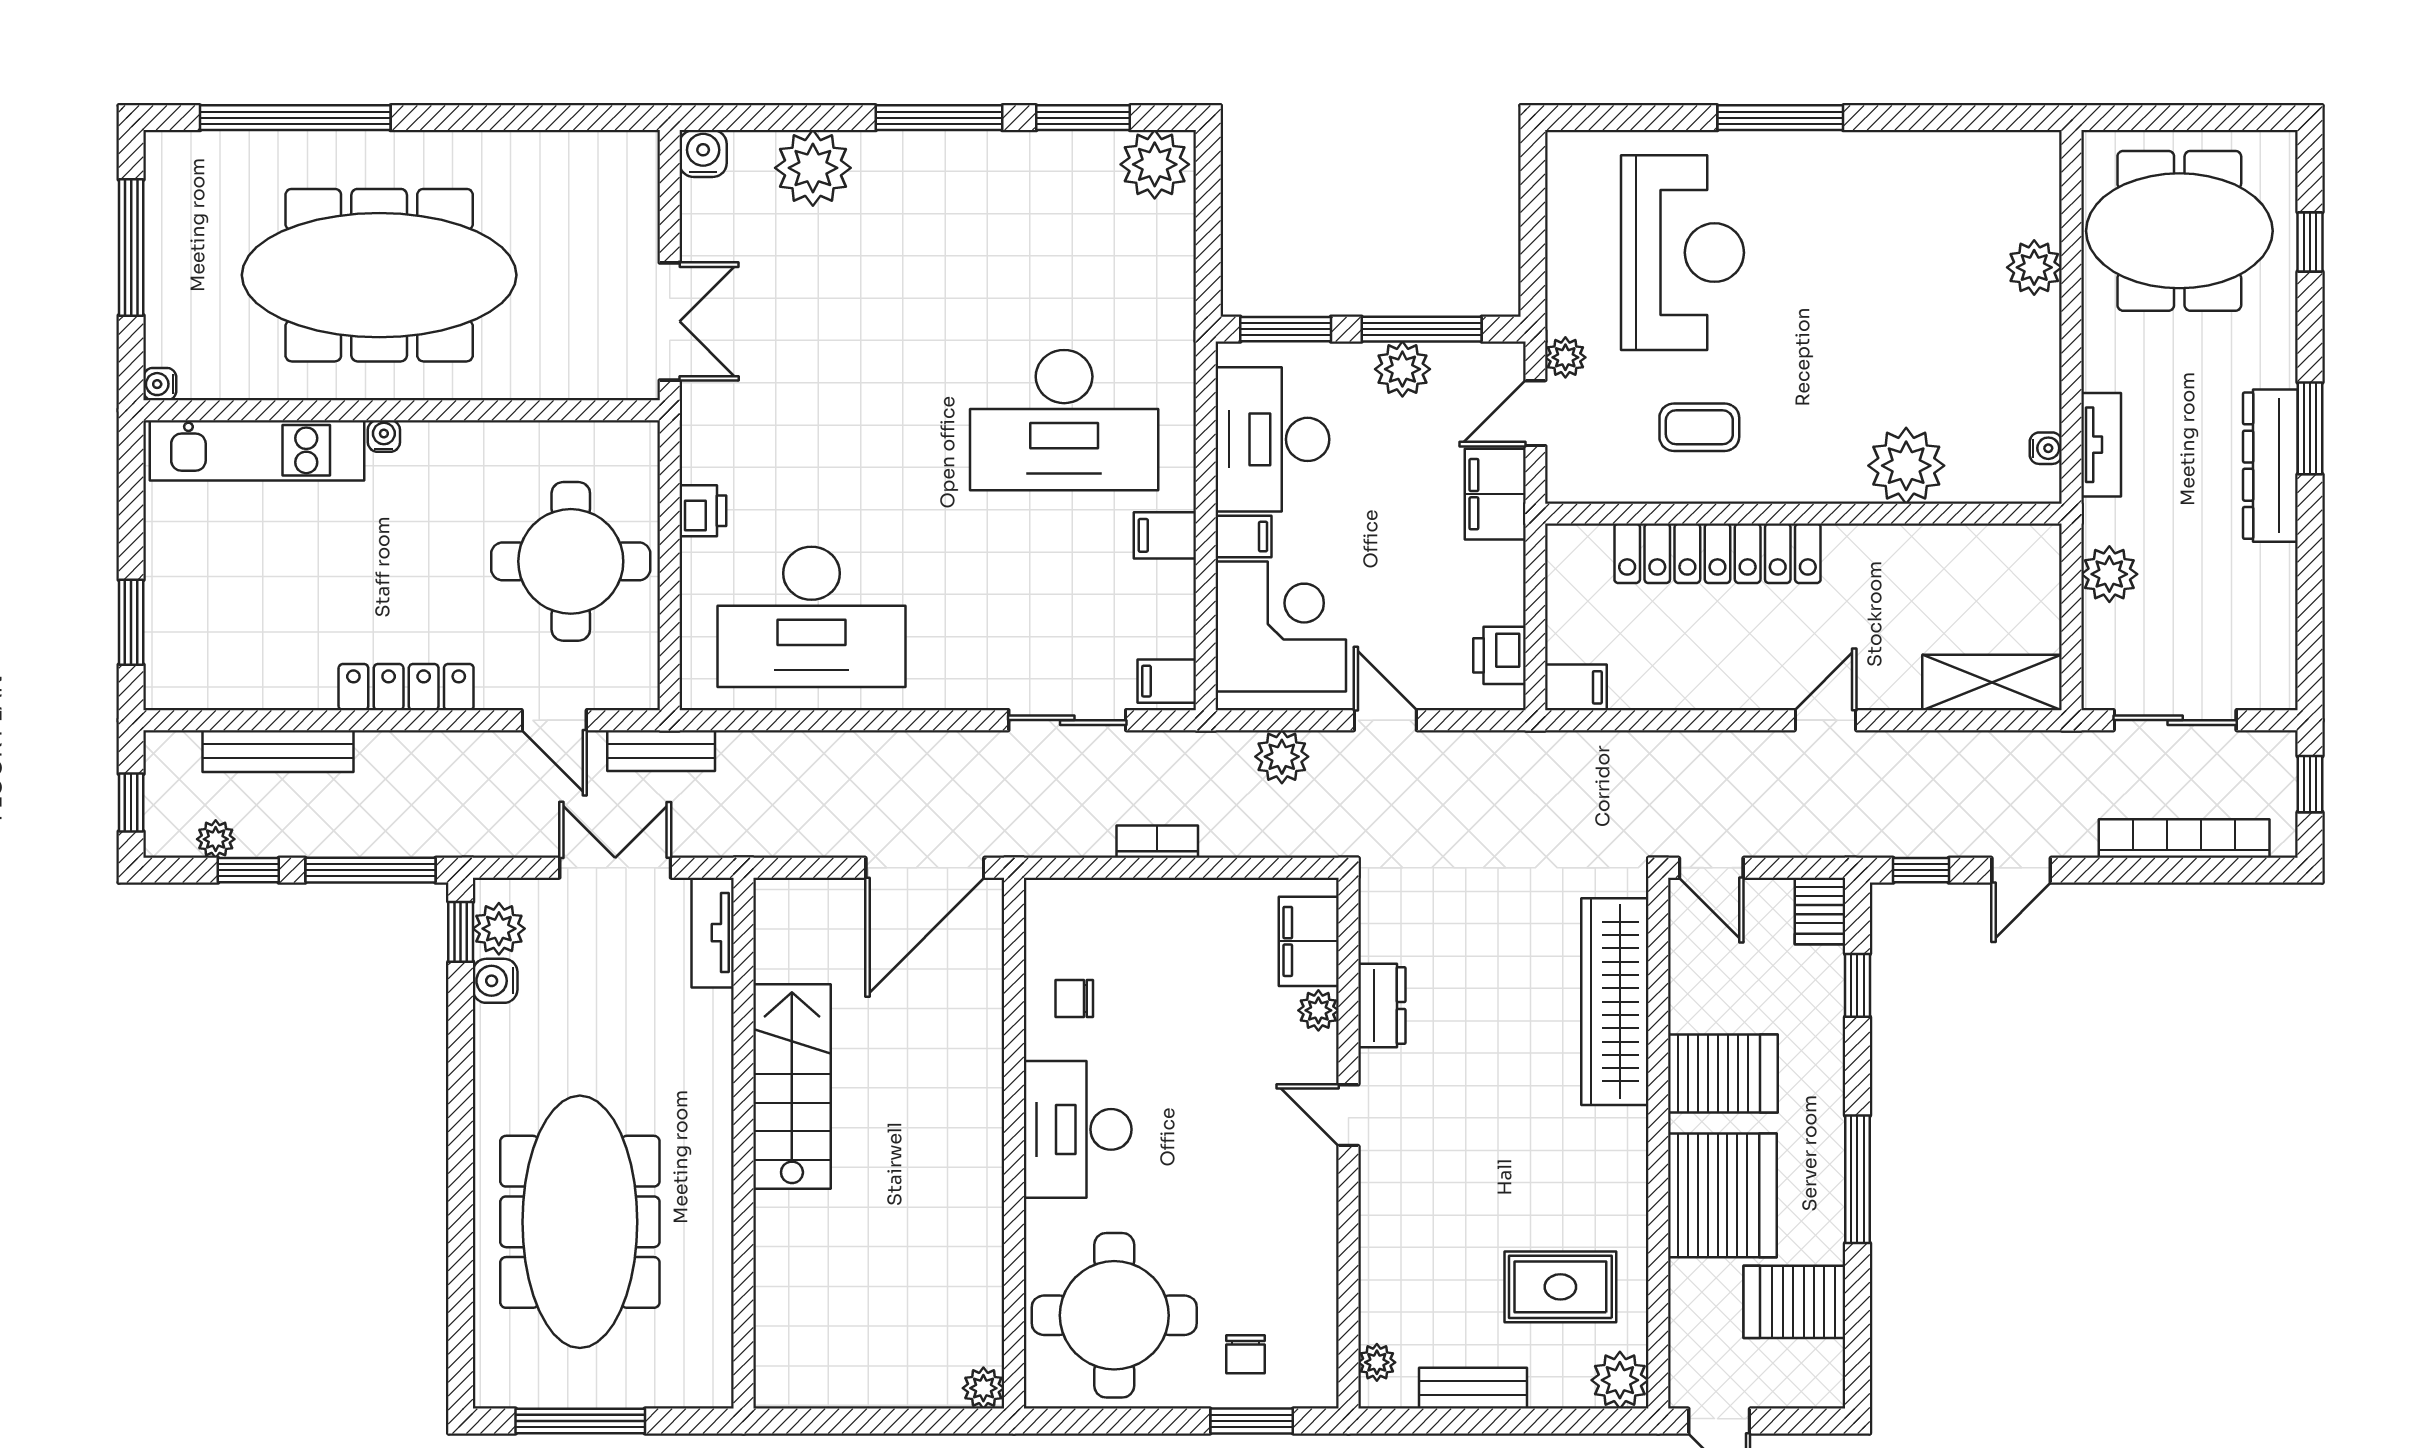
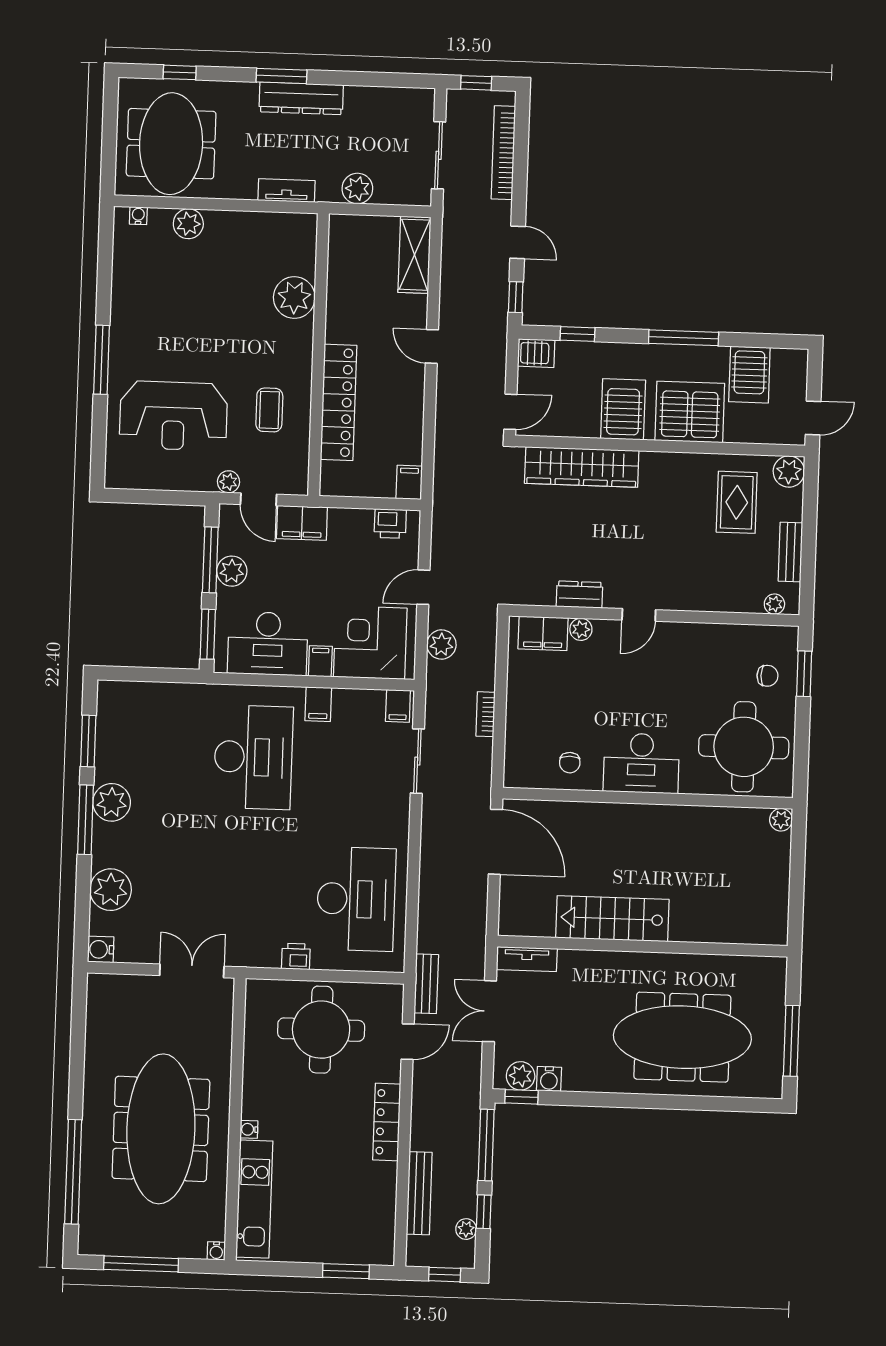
plant: (1155, 164) -> (112, 802), moved
reception desk: (1683, 253) -> (173, 416), turned 180
water cooler: (2046, 448) -> (138, 216), moved

